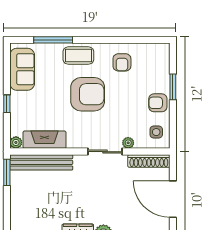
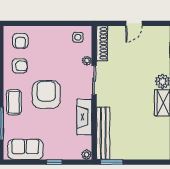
window: (173, 87) -> (40, 23), removed
armchair: (158, 103) -> (20, 41), moved
fireplace: (44, 140) -> (84, 117), moved
door: (173, 199) -> (134, 23), width x0.53

